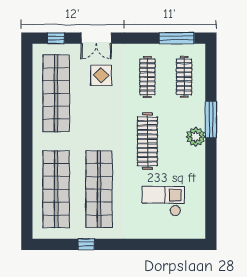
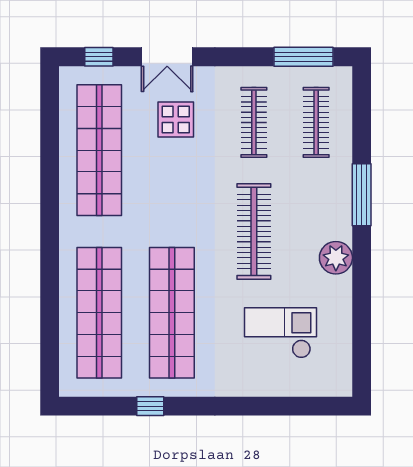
plant: (196, 137) -> (336, 258), moved

